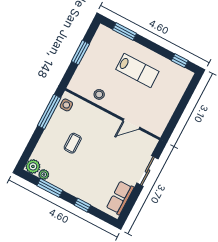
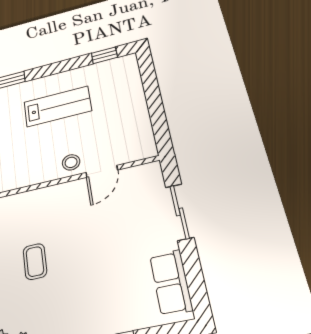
stool: (99, 94) -> (71, 162), moved

